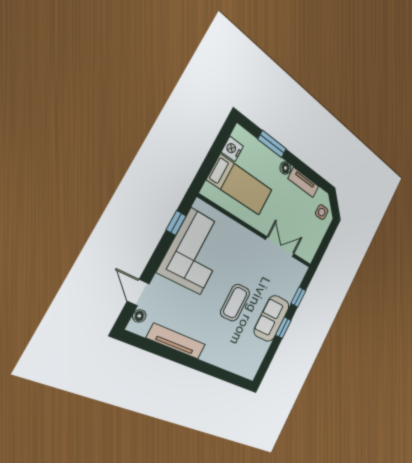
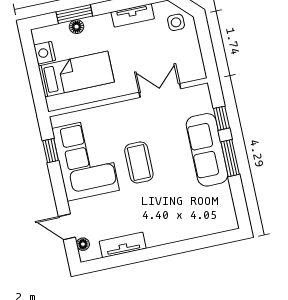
floor lamp: (285, 168) -> (76, 27), moved
coffee table: (235, 303) -> (139, 162), moved
sofa: (272, 318) -> (207, 150), width x1.36
window: (283, 328) -> (230, 158), width x1.50
tv unit: (176, 341) -> (123, 245), width x0.71

